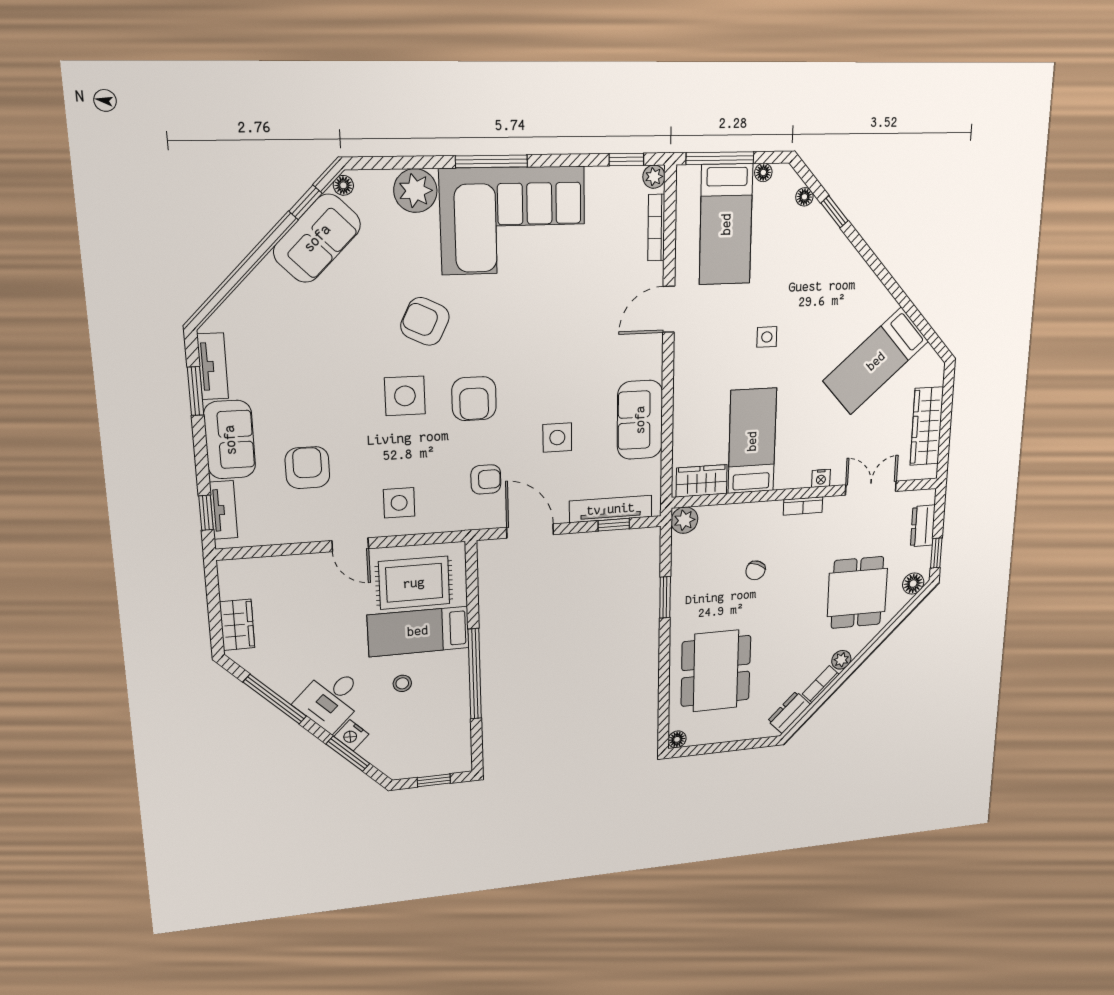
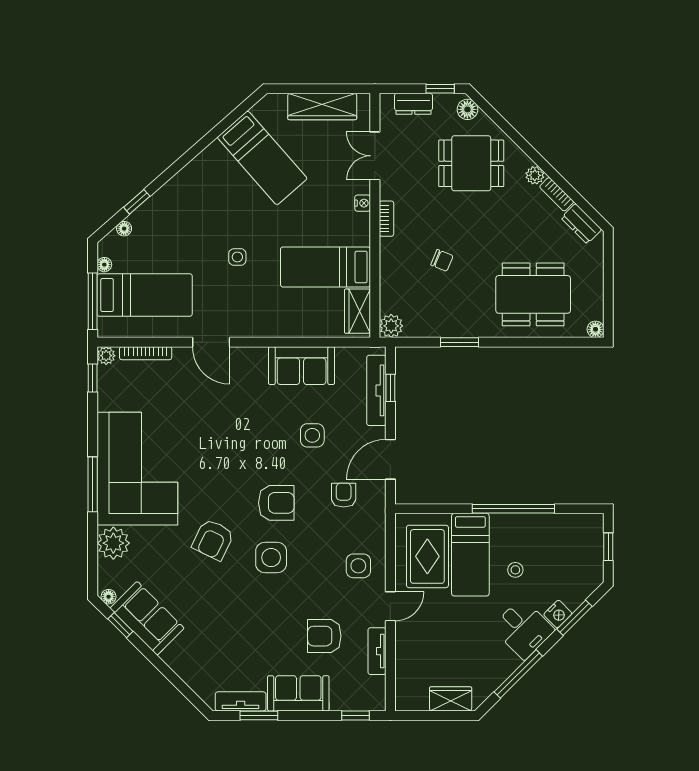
tv unit: (224, 510) -> (377, 651), moved, turned -90

